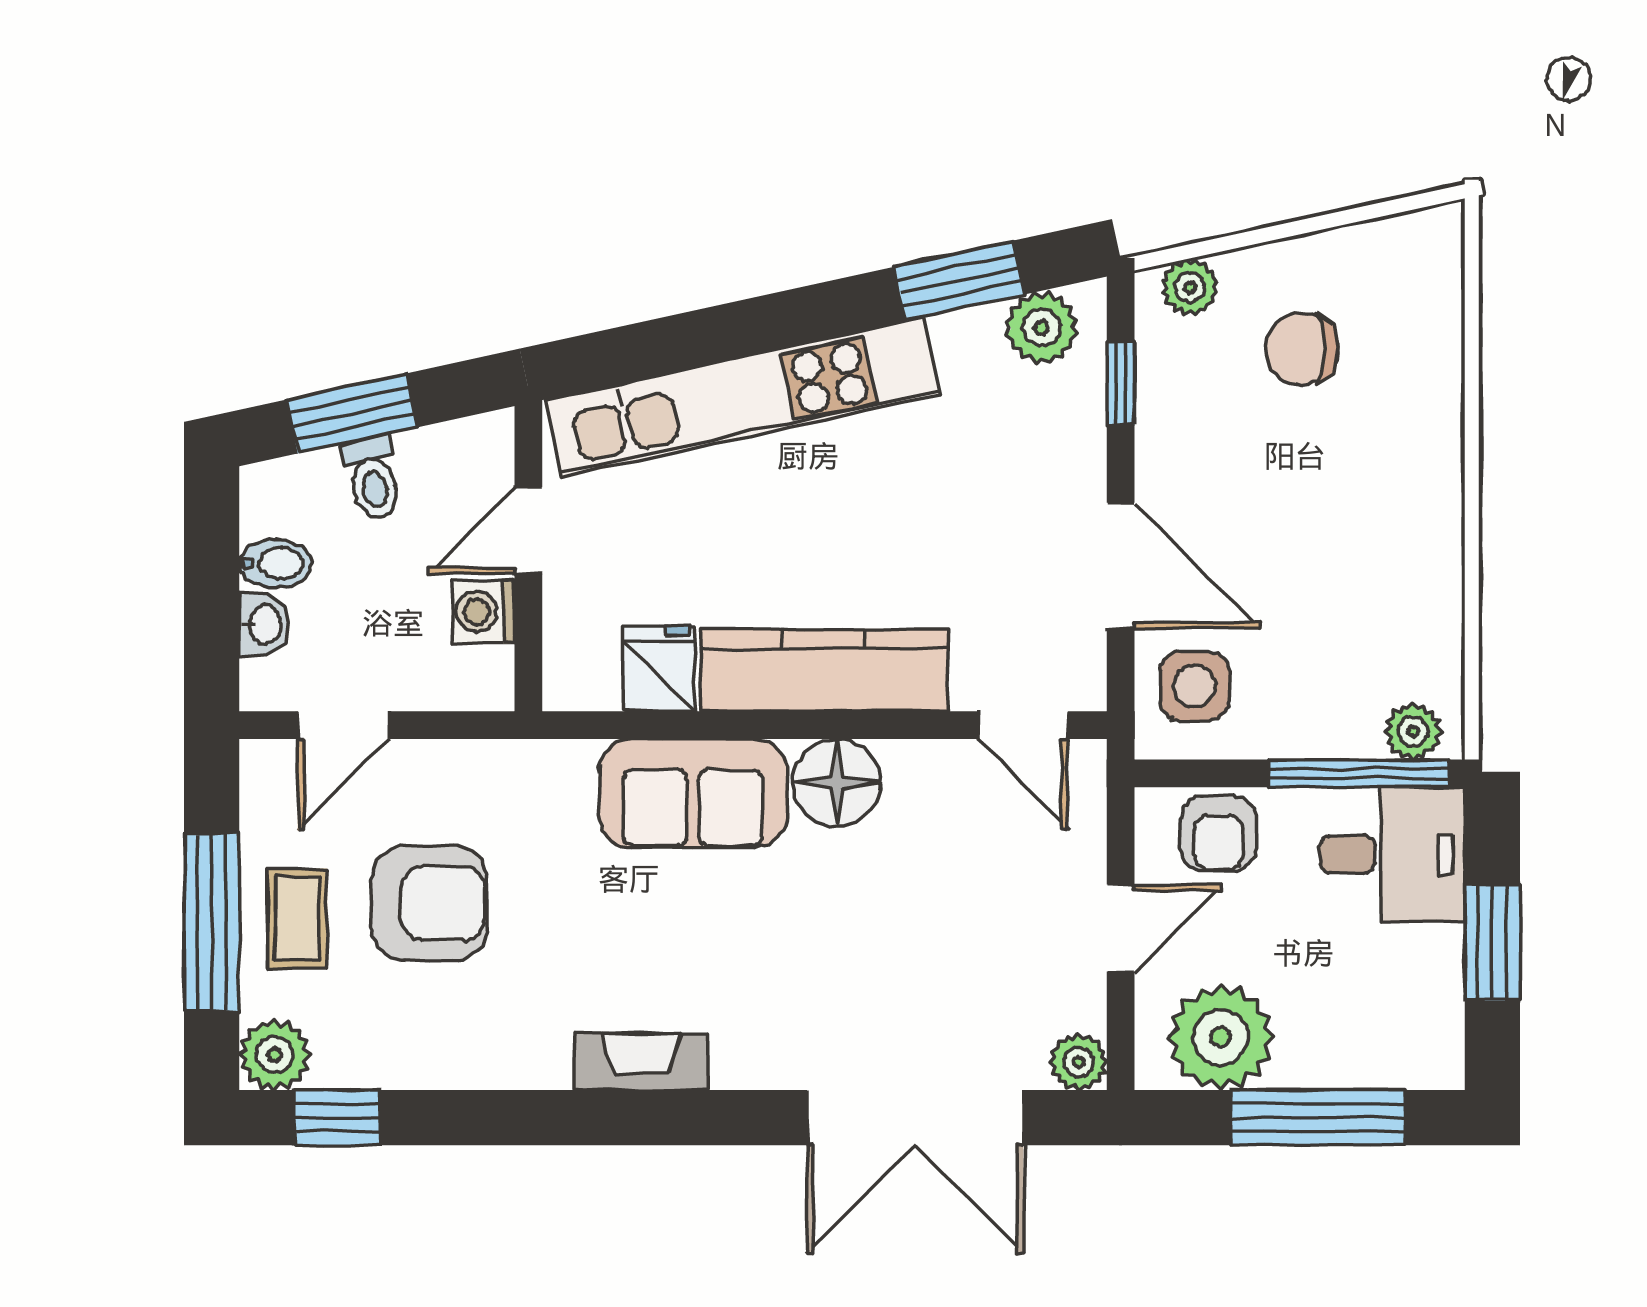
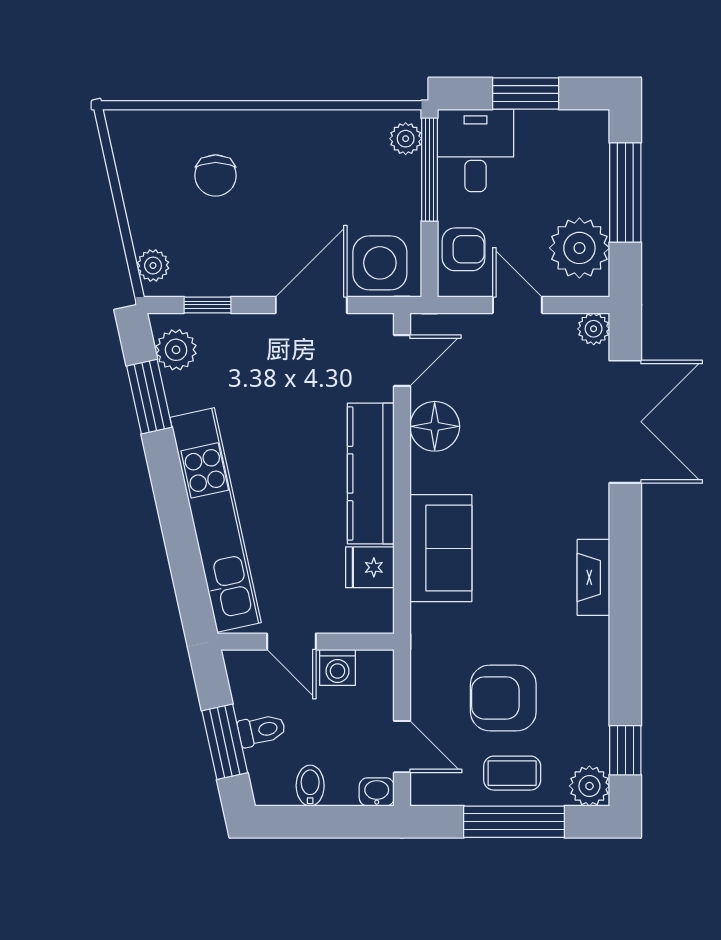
chair: (1302, 349) -> (216, 176), moved
washbasin: (264, 624) -> (377, 792), moved
side table: (1194, 686) -> (380, 263), width x1.37, depth x1.37
floor lamp: (836, 783) -> (435, 426), moved
armchair: (429, 903) -> (503, 698), turned -90

